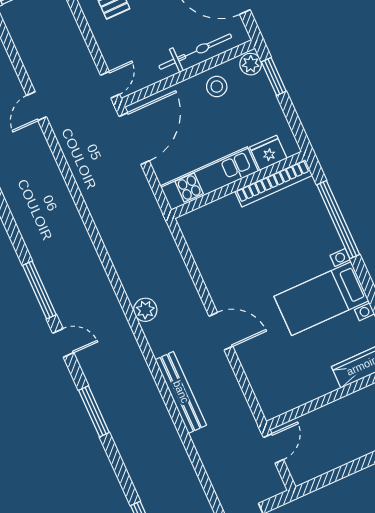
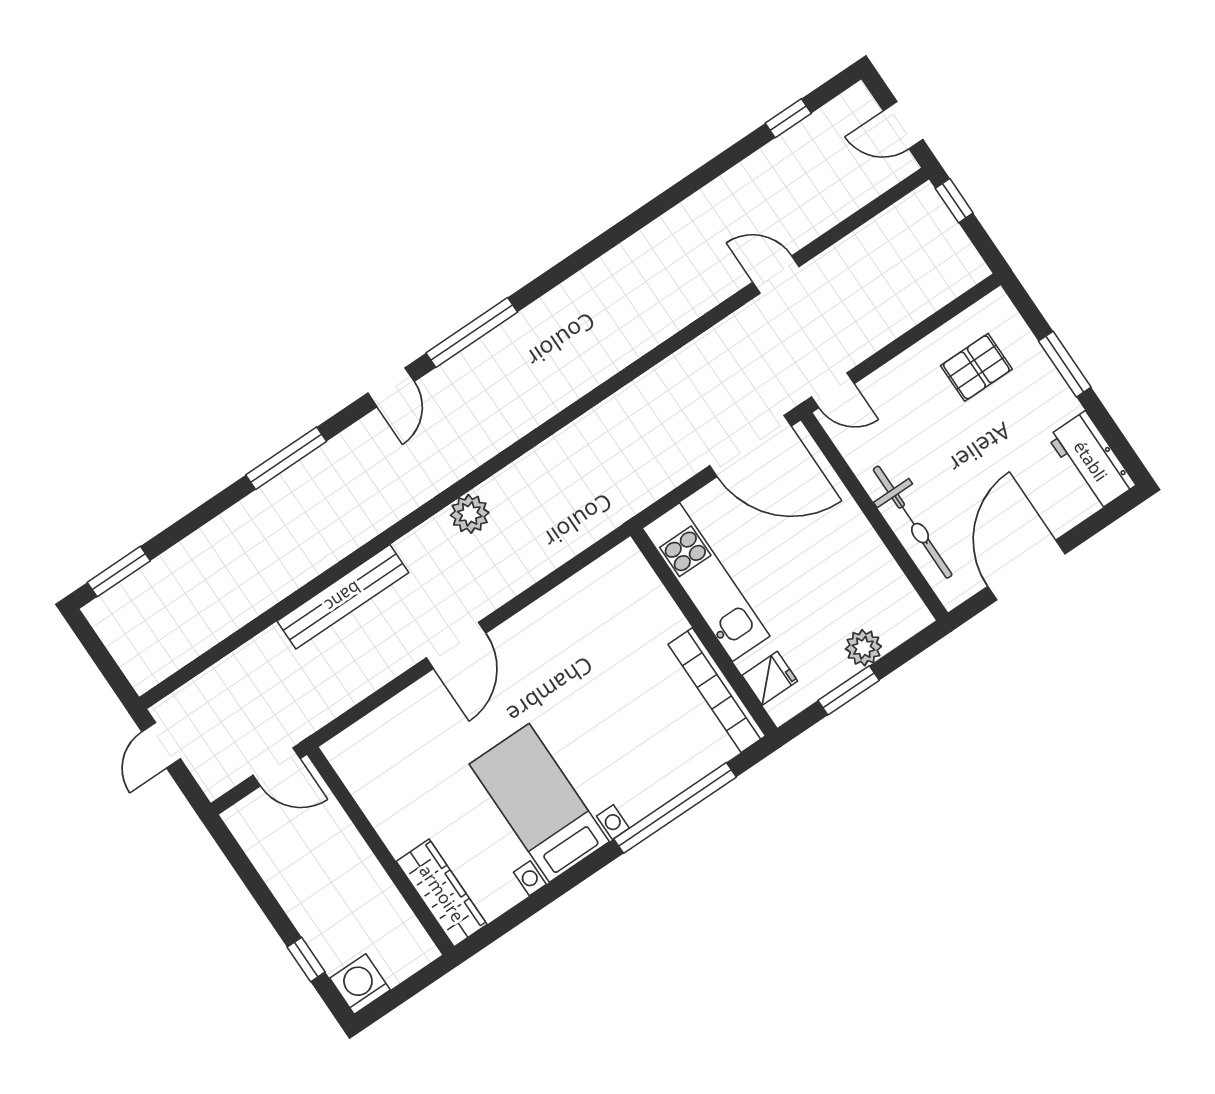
plant: (251, 64) -> (863, 648), moved
window: (274, 76) -> (849, 690), moved
stool: (217, 87) -> (861, 568), removed
fridge: (268, 153) -> (770, 678), width x0.72

